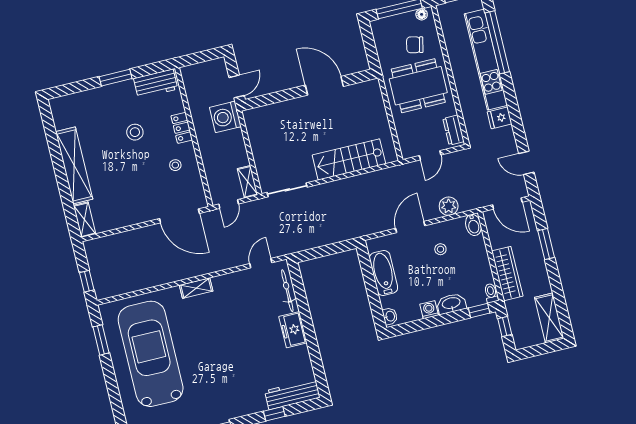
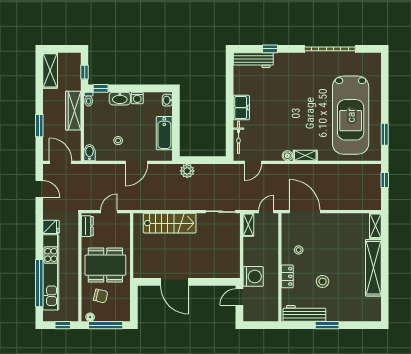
workbench: (156, 84) -> (304, 313), width x1.37
plant: (449, 206) -> (187, 171), moved
boiler: (219, 282) -> (287, 156), added

